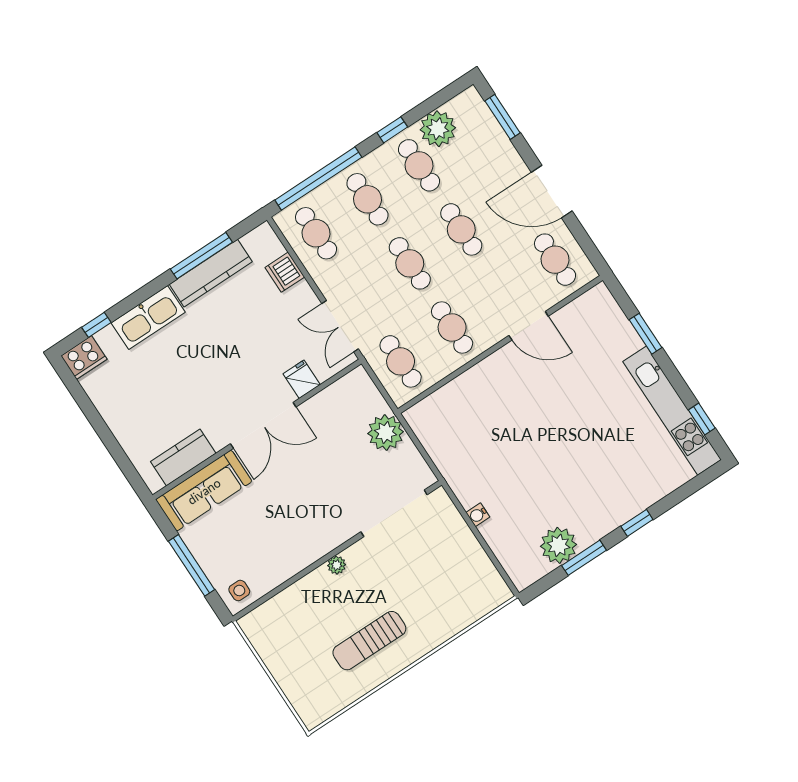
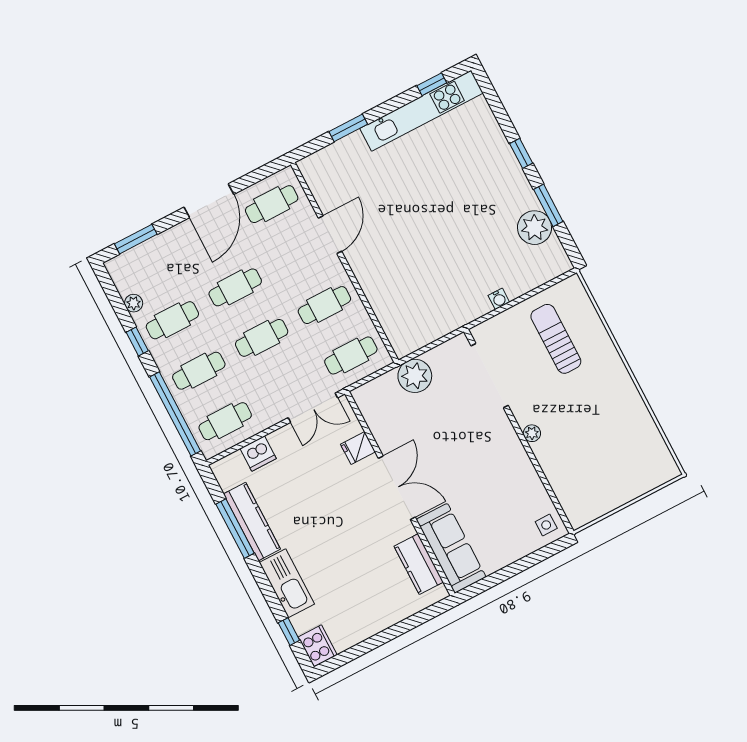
plant: (438, 129) -> (134, 303), width x0.53, depth x0.53
window: (192, 565) -> (519, 567), removed
sun lounger: (369, 641) -> (556, 339), moved, turned 180

